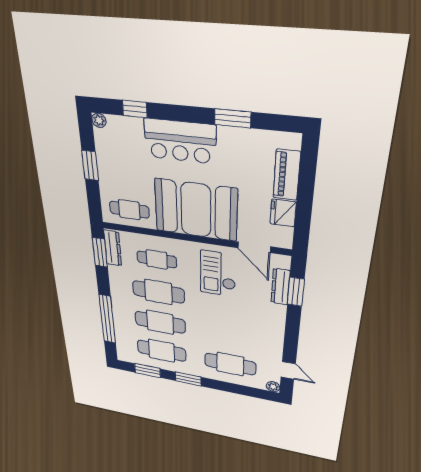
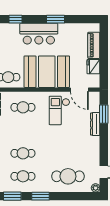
window: (233, 118) -> (56, 19), moved
dresser: (280, 287) -> (95, 124), moved
cafe table: (158, 292) -> (23, 130), removed
cafe table: (160, 322) -> (23, 153), width x0.73, depth x0.74
cafe table: (162, 351) -> (23, 176), width x0.73, depth x0.74

